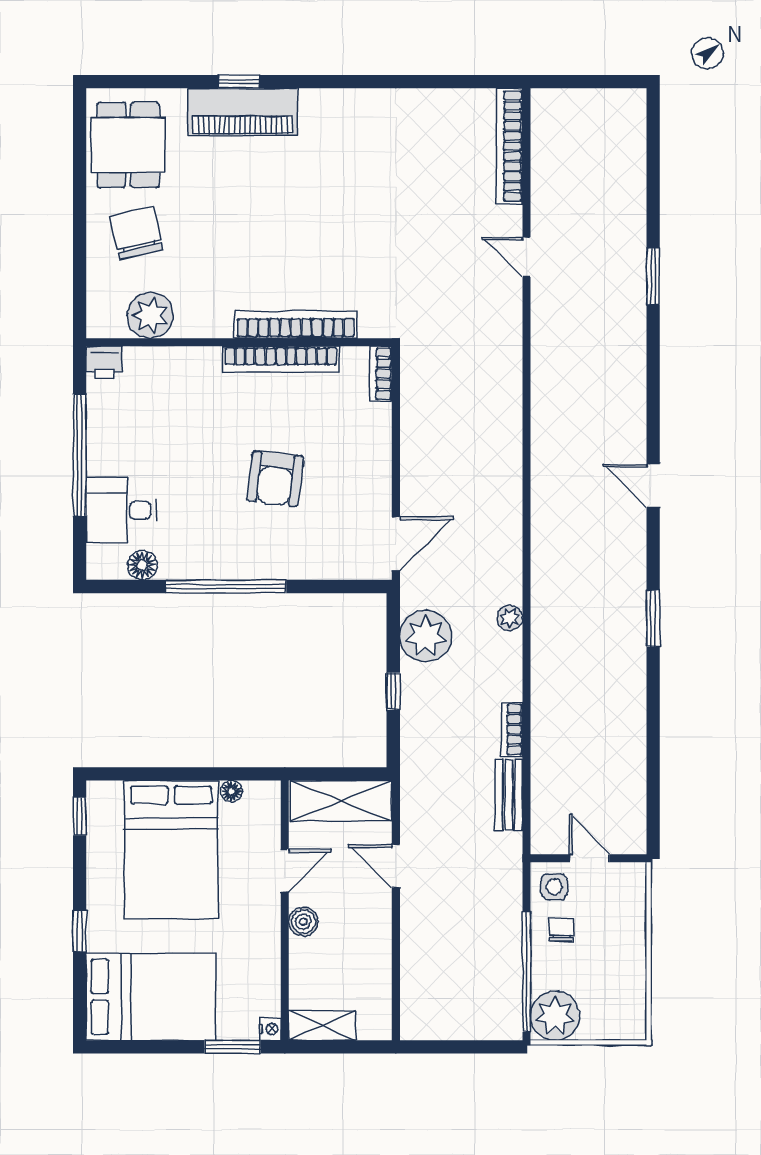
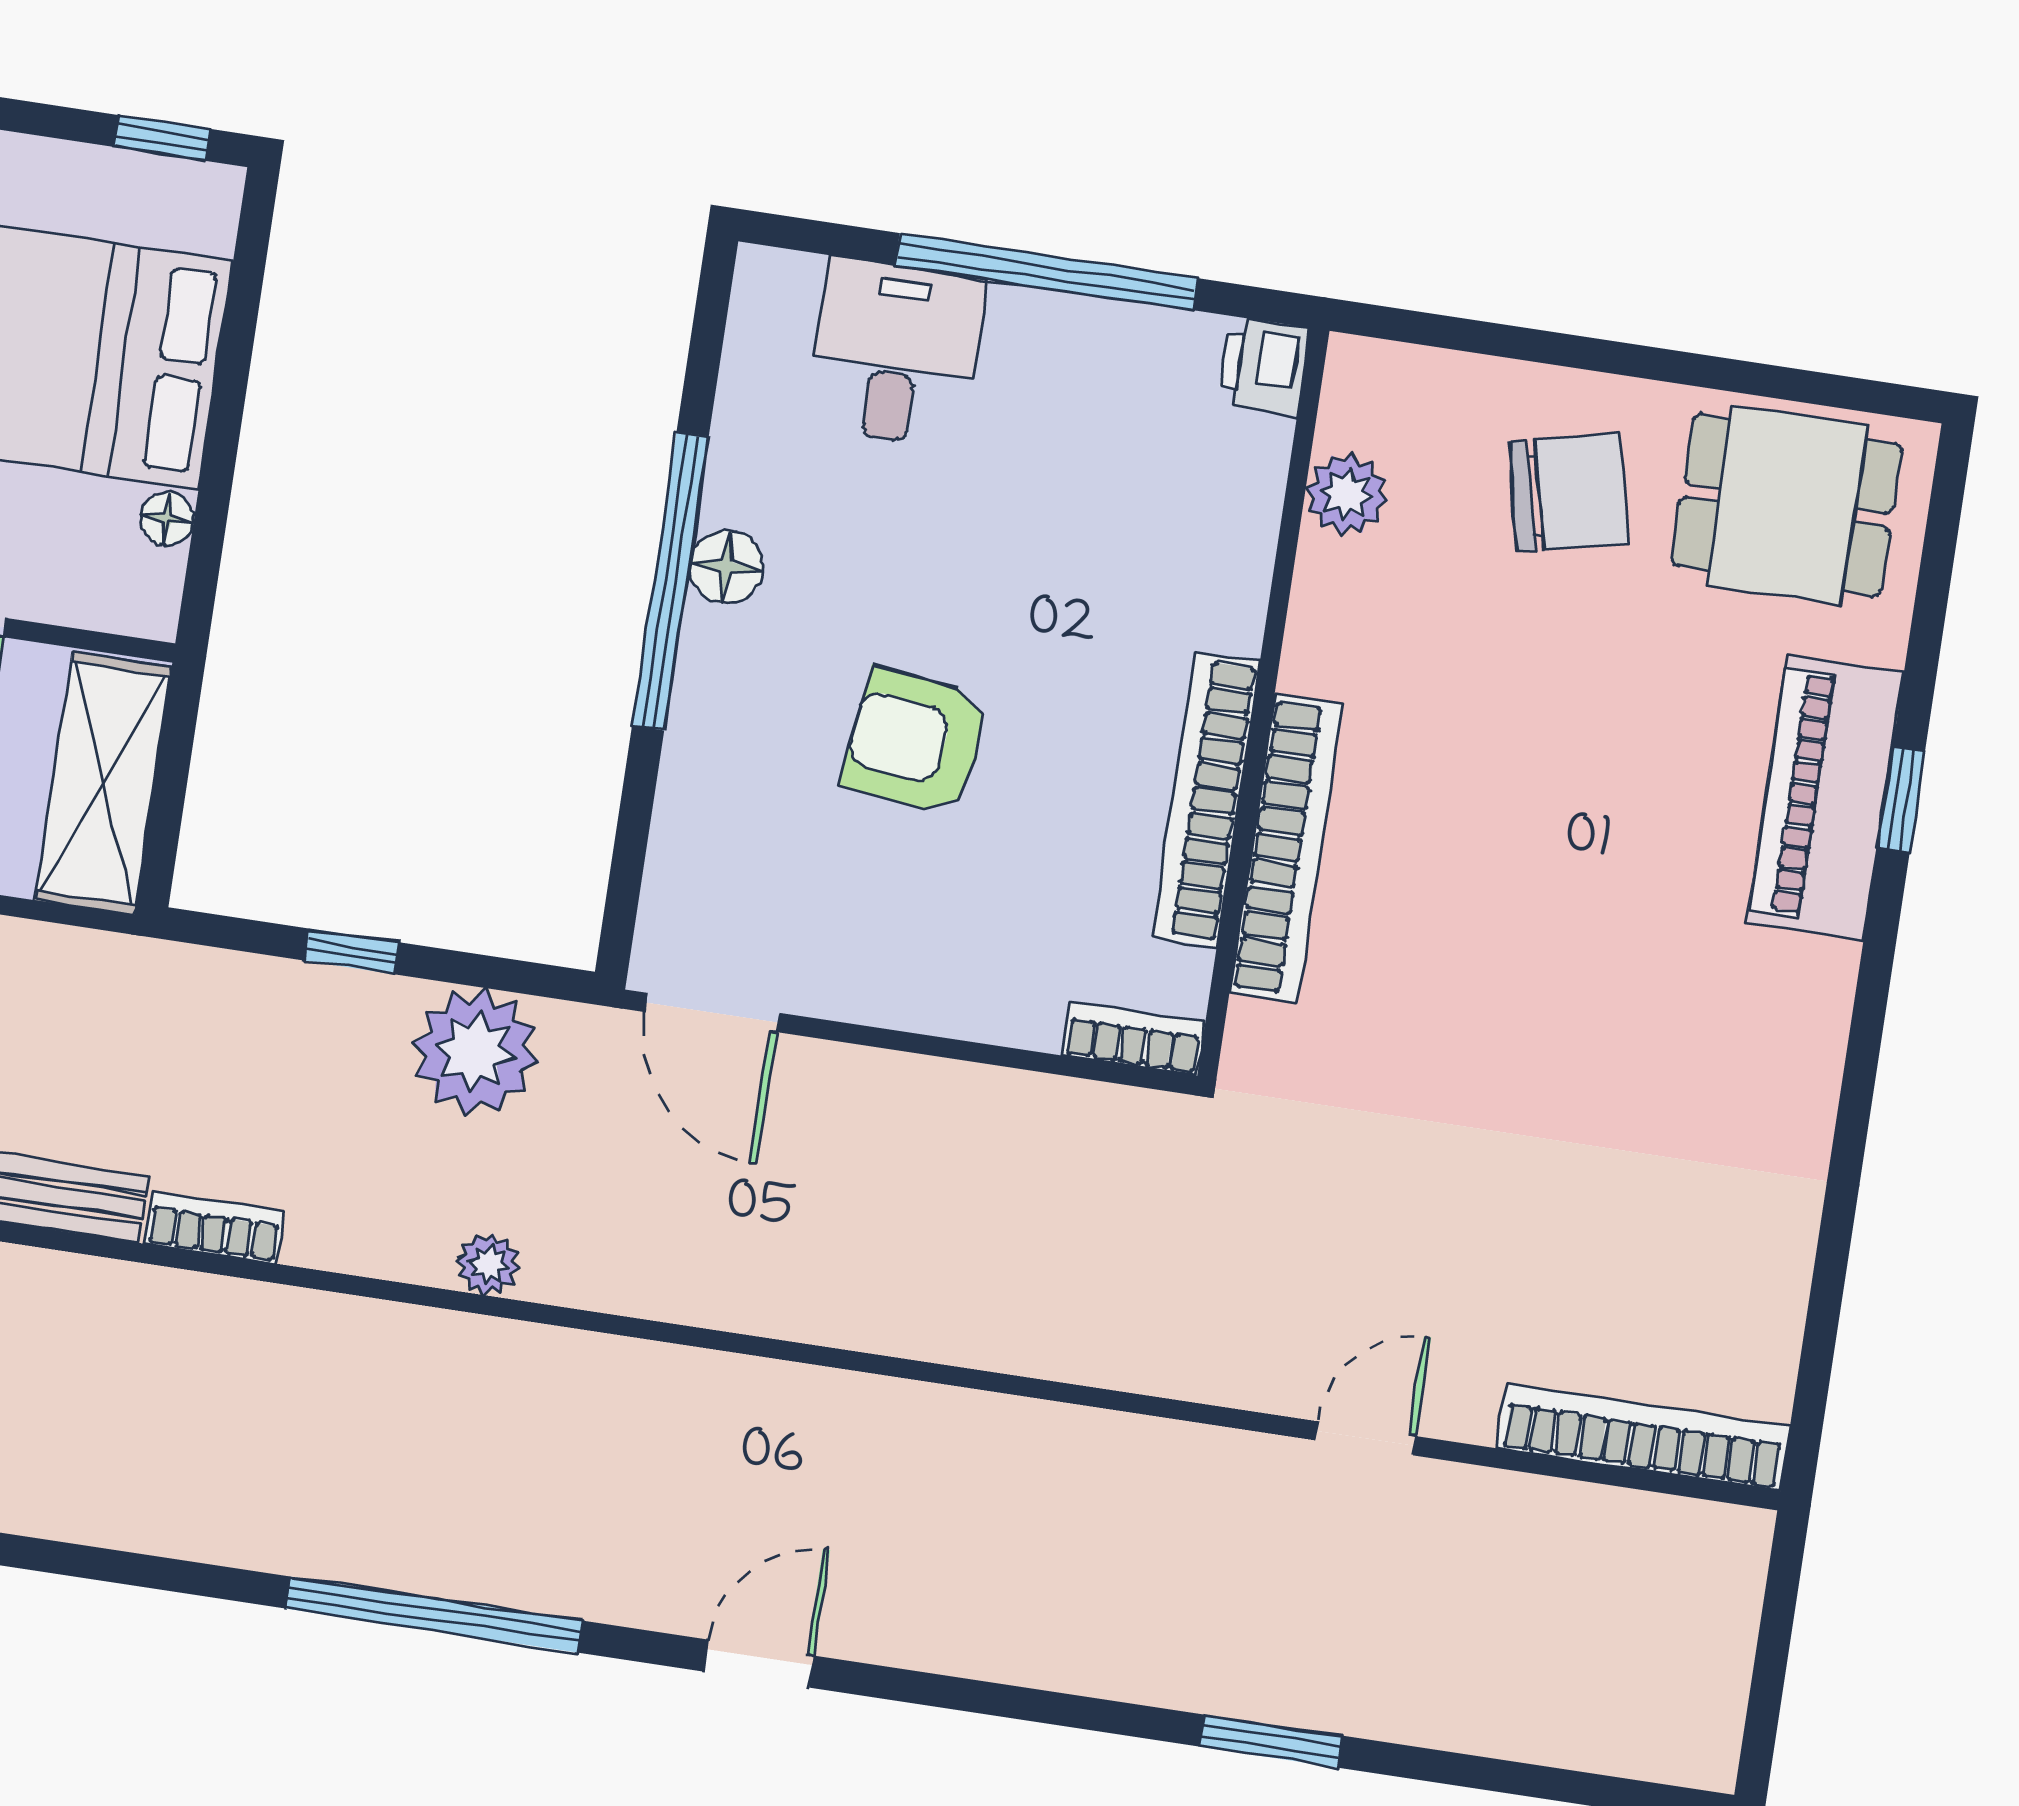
plant: (150, 315) -> (1347, 494), width x0.73, depth x0.73
floor lamp: (142, 565) -> (726, 567), moved
window: (653, 618) -> (434, 1615), width x2.11

